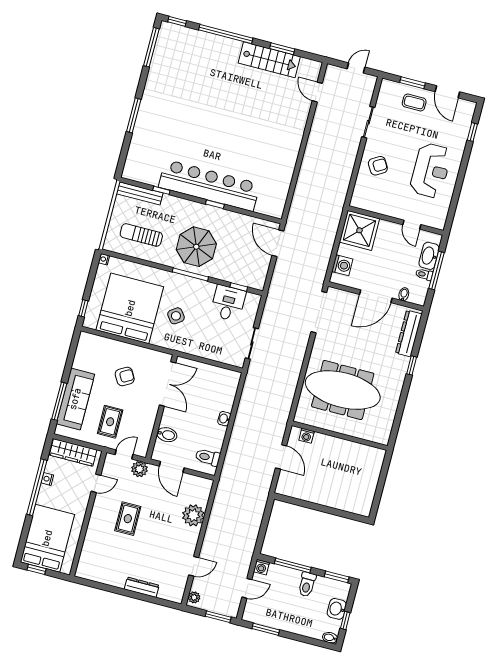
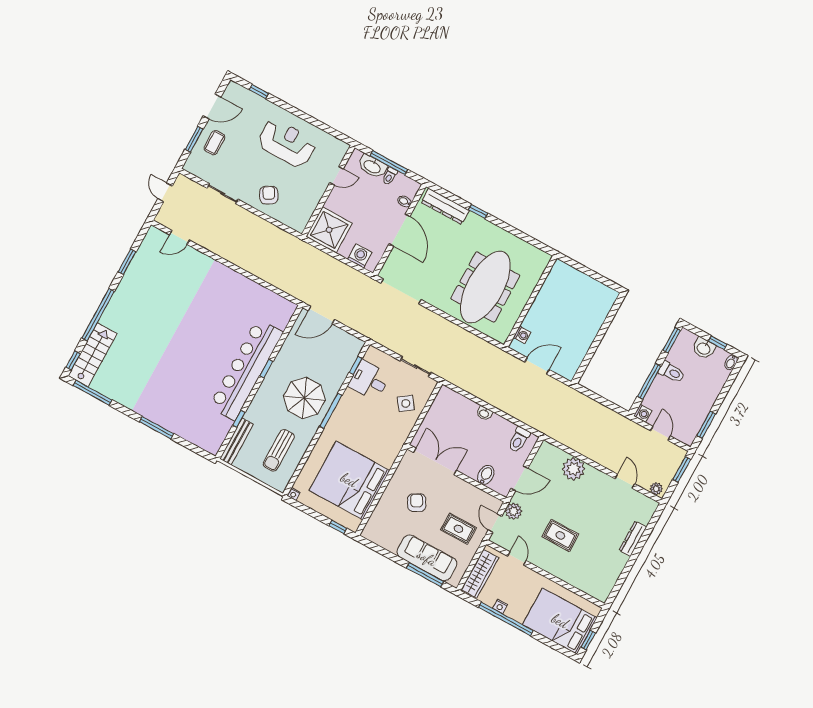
stairs: (269, 60) -> (93, 355), moved
side table: (176, 316) -> (406, 403), moved

